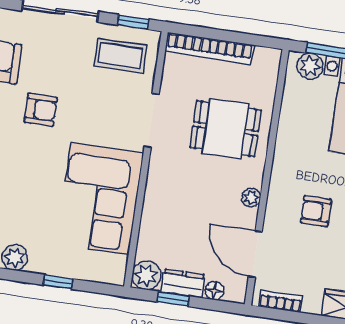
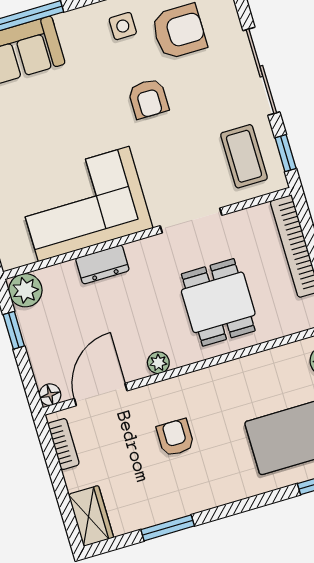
dresser: (183, 283) -> (102, 264), moved, turned 90
floor lamp: (214, 291) -> (50, 395), moved

